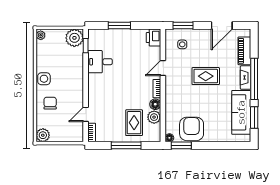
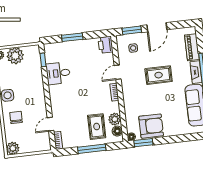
door: (222, 25) -> (157, 27), moved
plant: (74, 38) -> (15, 56), moved
floor lamp: (155, 104) -> (117, 131), moved
armchair: (192, 129) -> (151, 126), turned 90

